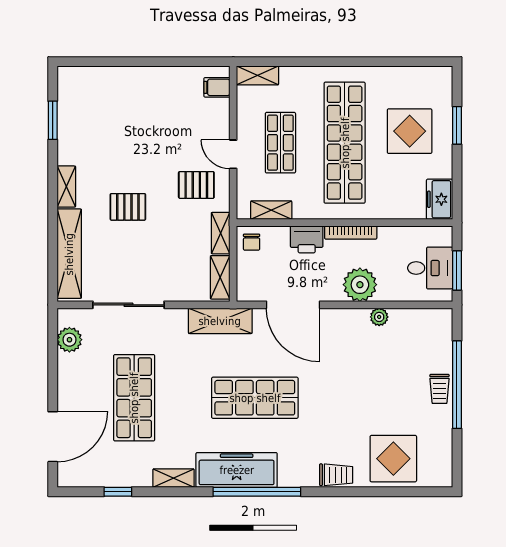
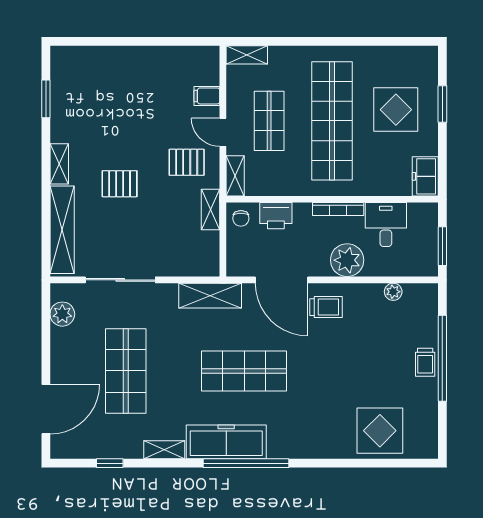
filing cabinet: (217, 87) -> (207, 96), moved
shelving: (271, 210) -> (235, 176), moved, turned 90
printer: (307, 239) -> (276, 216), moved
desk: (430, 268) -> (386, 225), moved, turned -90
shelving: (220, 277) -> (210, 253), removed
plant: (379, 317) -> (393, 292), moved
trolley: (336, 475) -> (326, 307), moved

